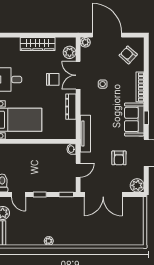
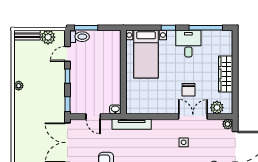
dresser: (71, 107) -> (160, 109), removed

